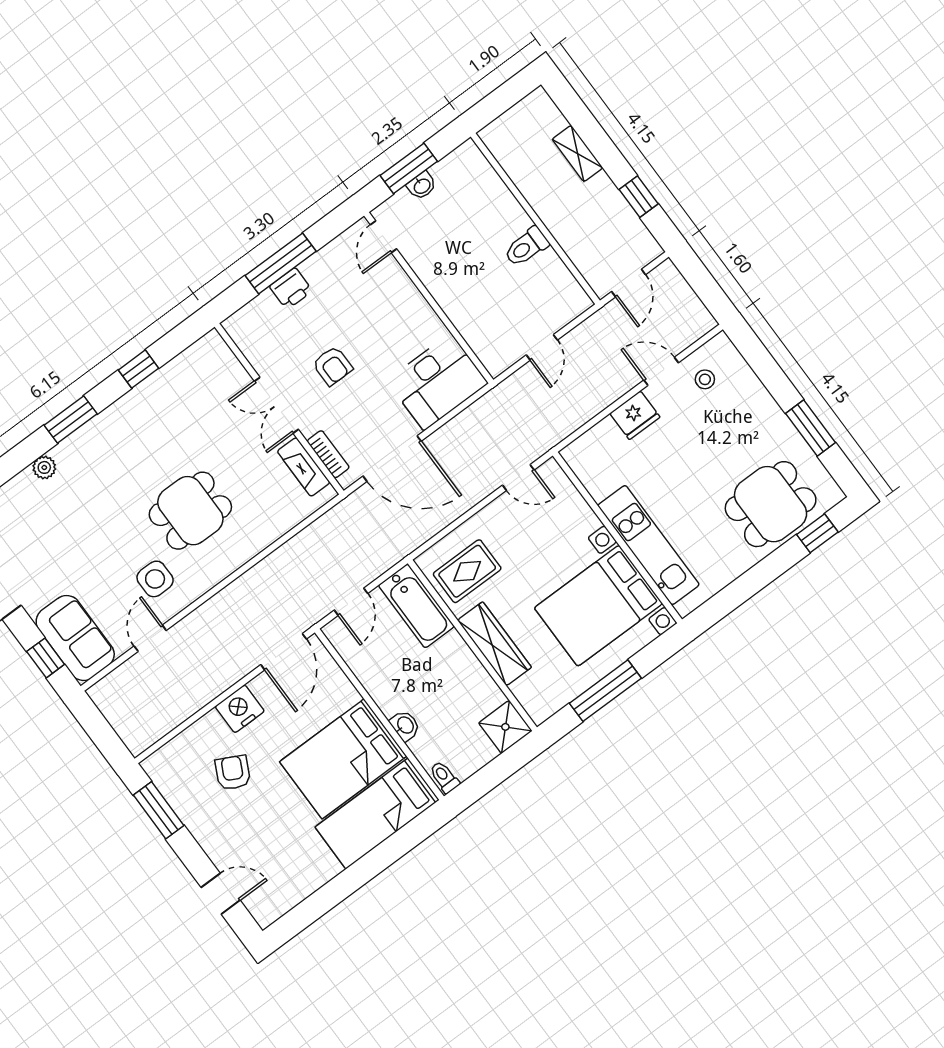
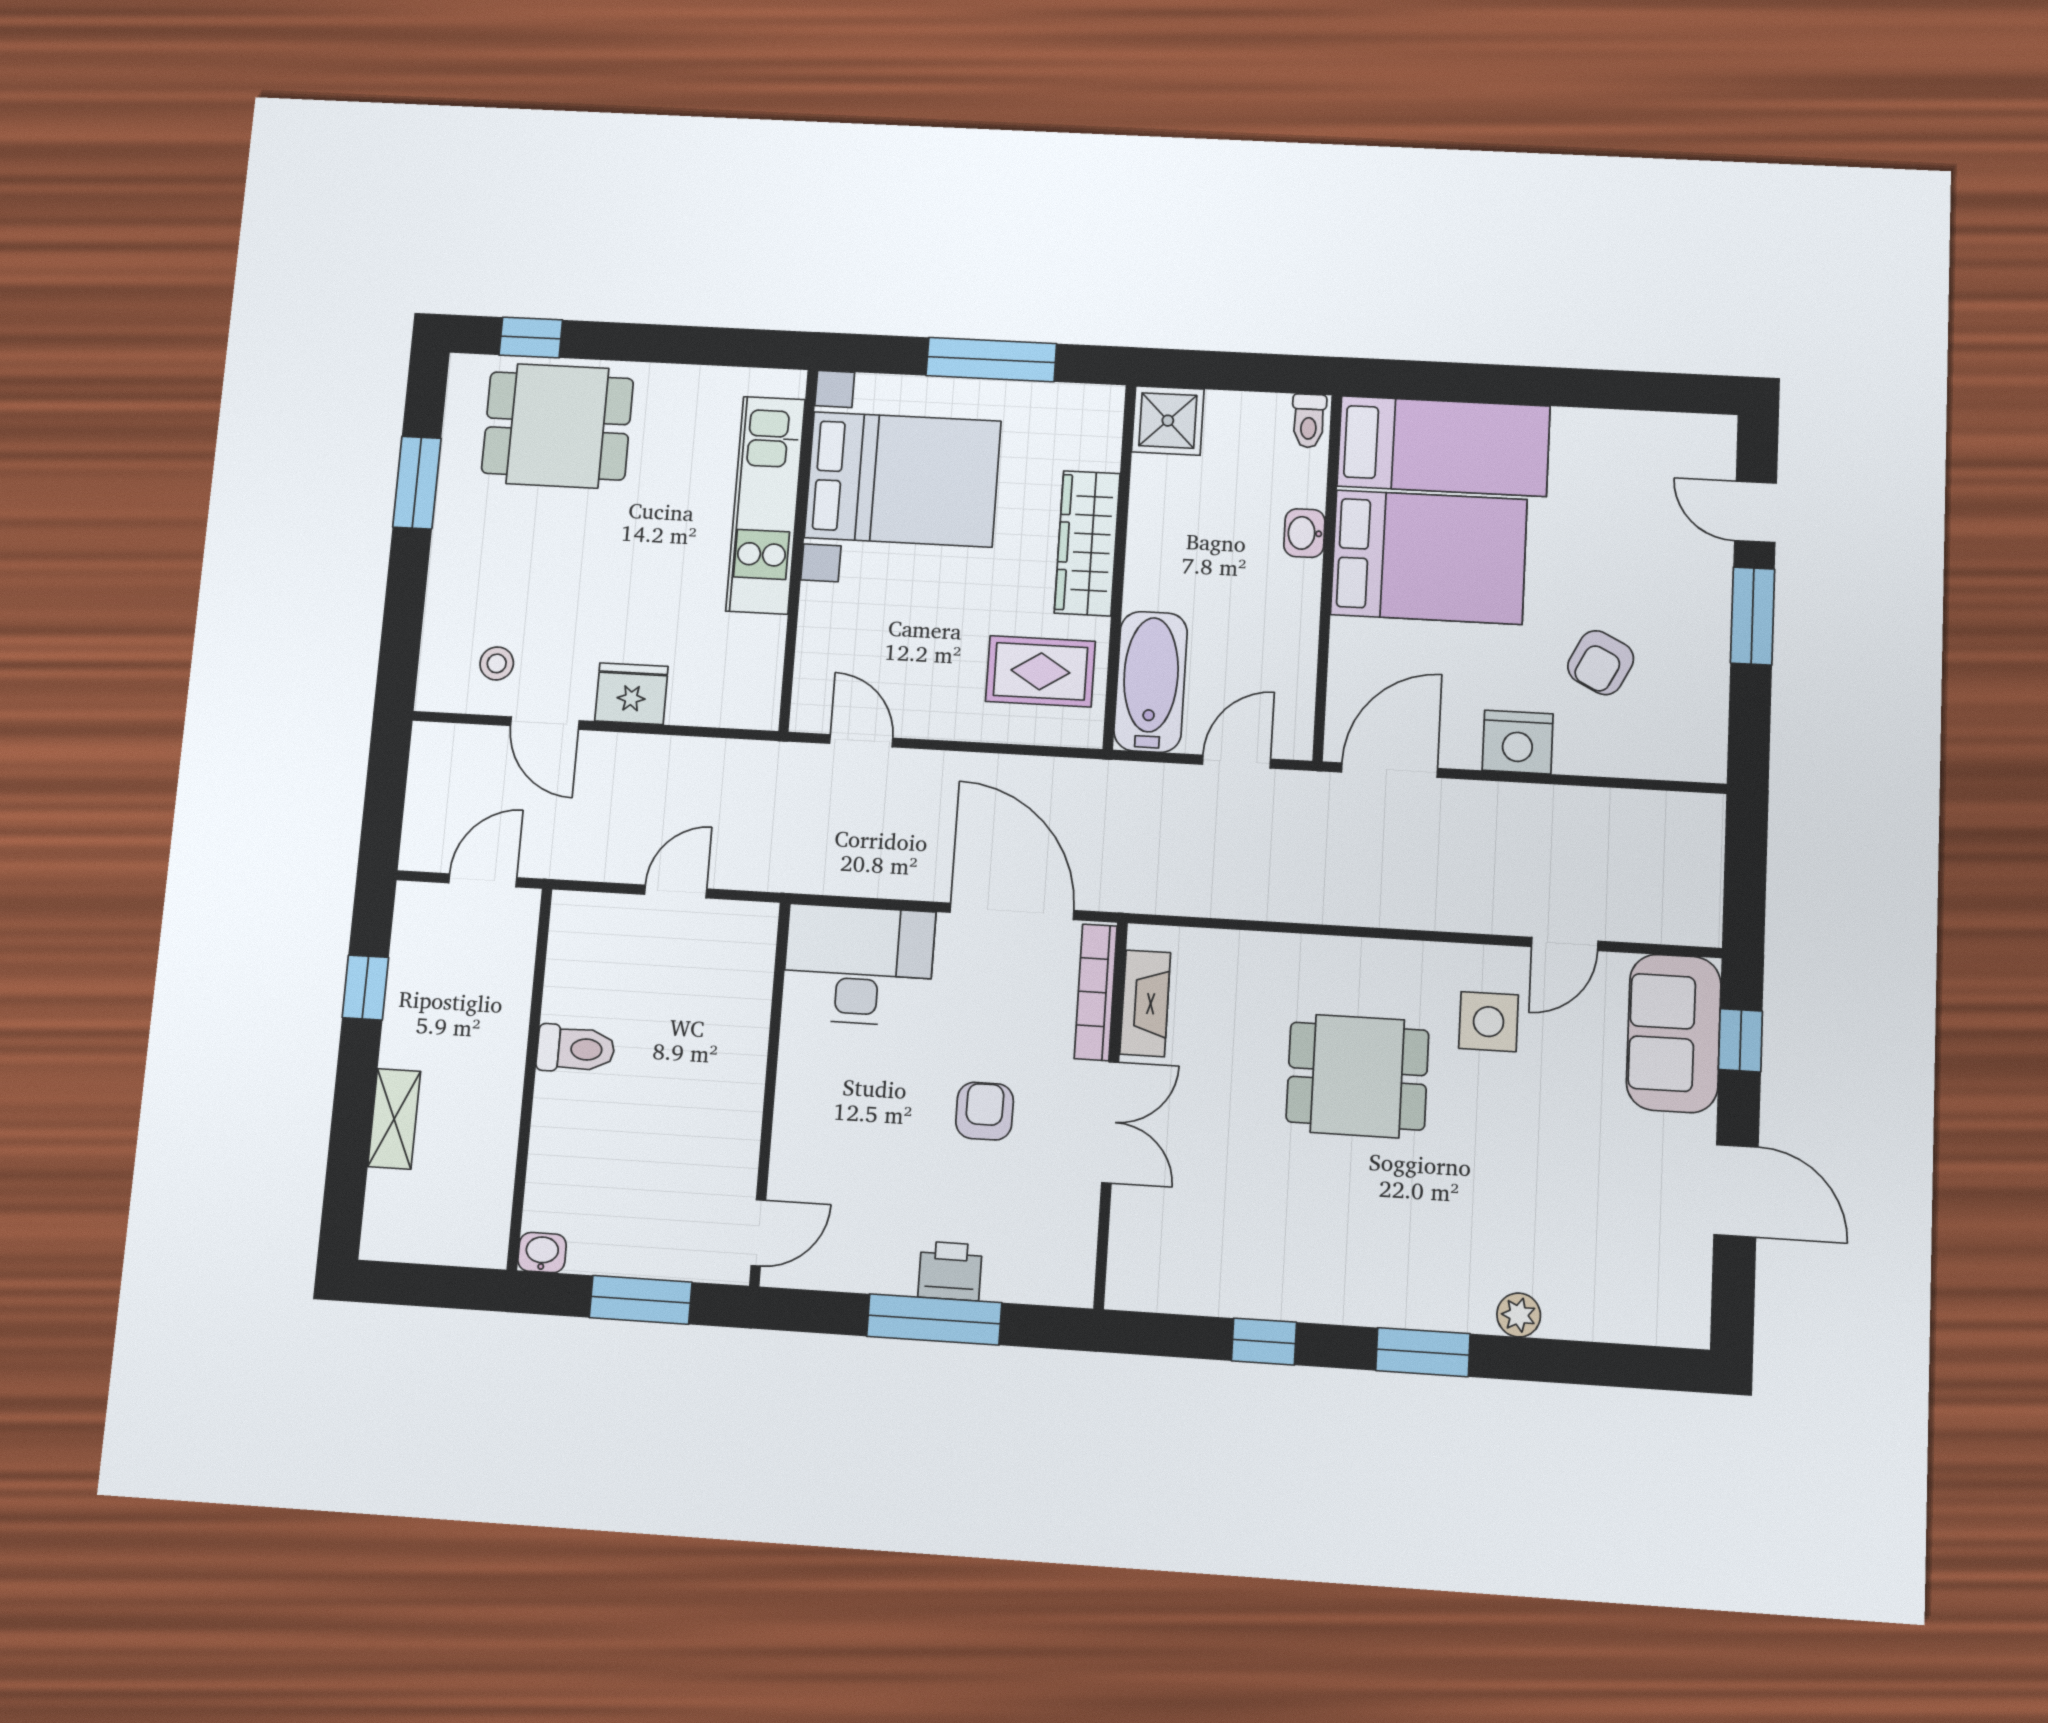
washbasin: (422, 186) -> (542, 1253), moved
bookcase: (328, 454) -> (1096, 992), width x1.56
window: (159, 810) -> (1753, 616), moved

